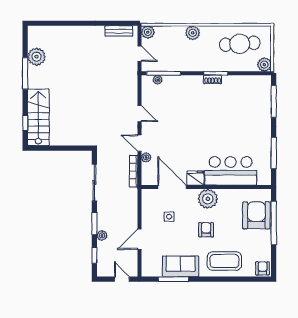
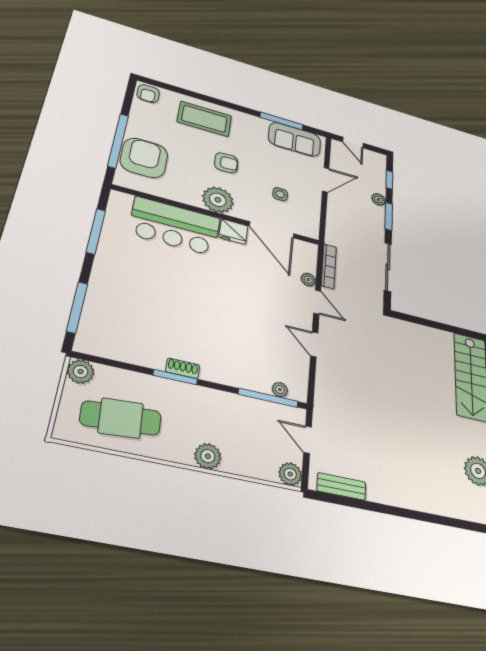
armchair: (256, 215) -> (144, 158), turned 180
armchair: (206, 230) -> (226, 163), turned -92
sofa: (181, 266) -> (295, 139), moved

